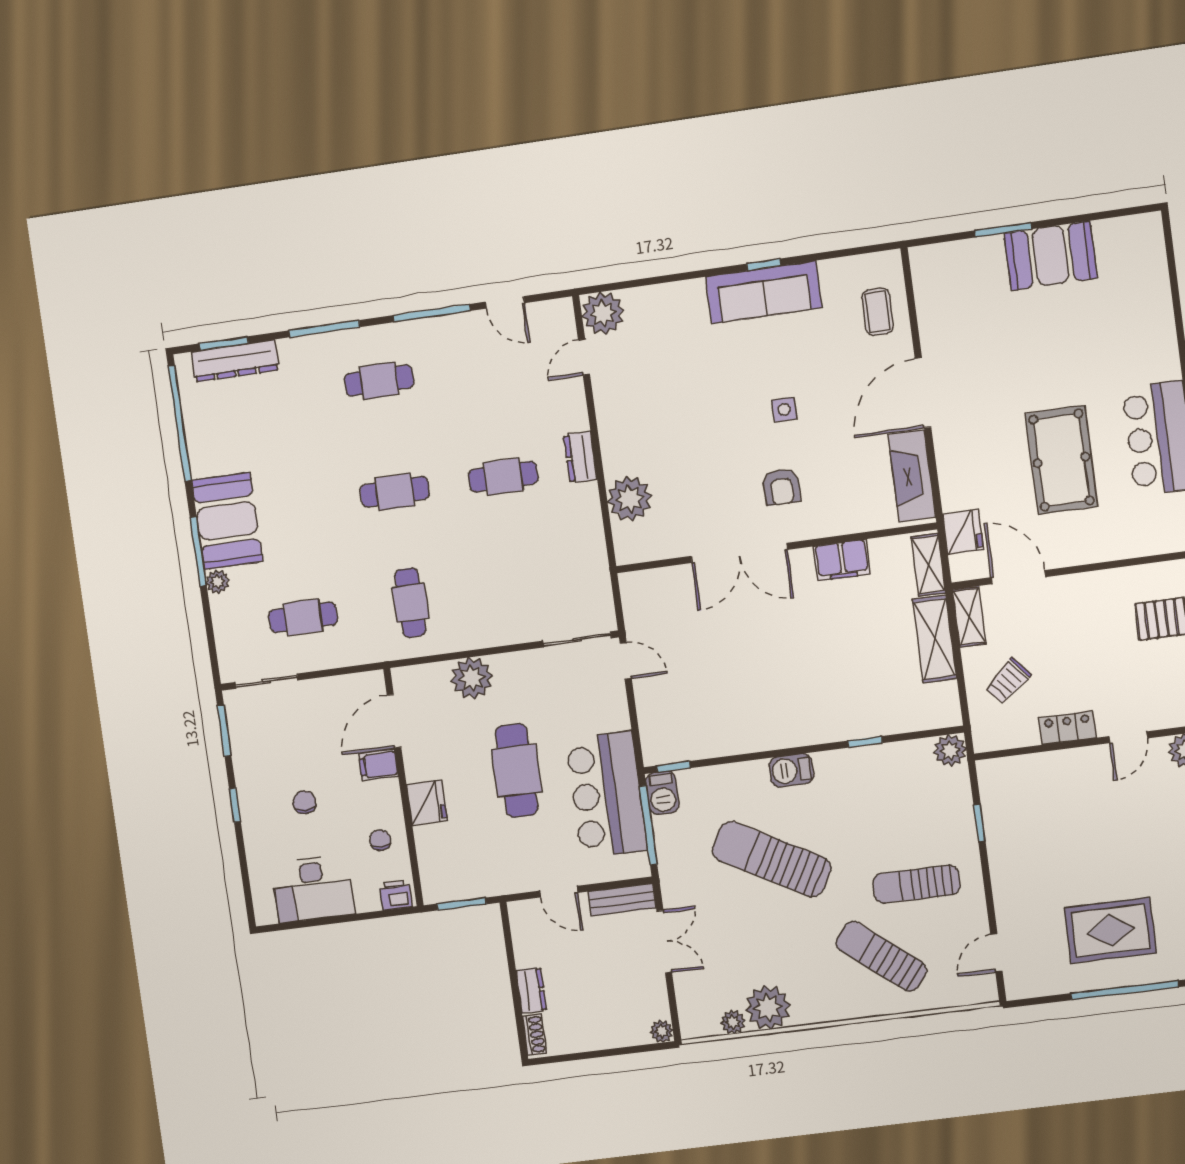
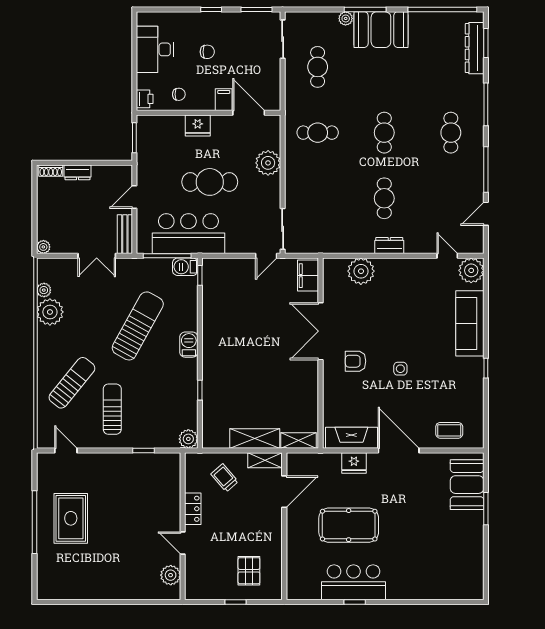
booth: (1051, 256) -> (467, 485), moved
sofa: (764, 292) -> (470, 323), moved
fridge: (963, 532) -> (354, 463), moved
filing cabinet: (842, 560) -> (308, 276), moved

